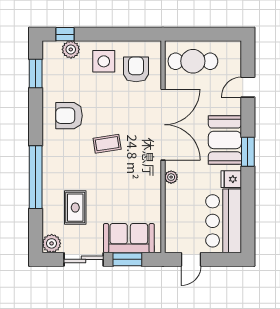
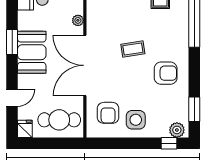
plant: (71, 49) -> (177, 130), moved
fridge: (231, 179) -> (25, 129), moved, turned -90

